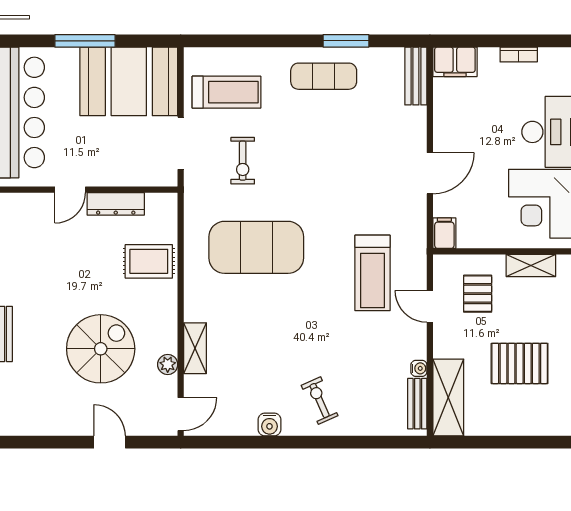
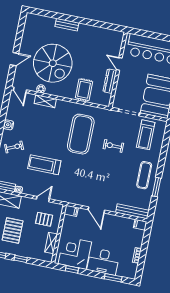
filing cabinet: (455, 62) -> (140, 225), width x0.50
bench: (416, 76) -> (132, 211), width x1.36
exercise bike: (243, 161) -> (113, 146), moved
treadmill: (372, 273) -> (44, 165), moved
spiral stairs: (101, 349) -> (53, 63), width x1.37, depth x1.37

